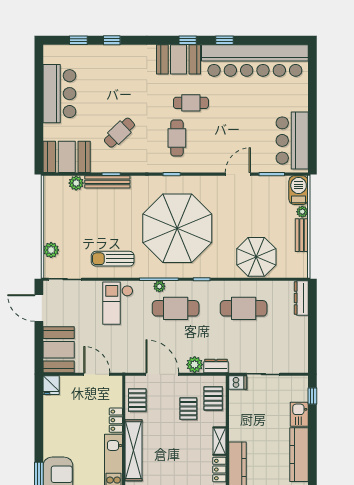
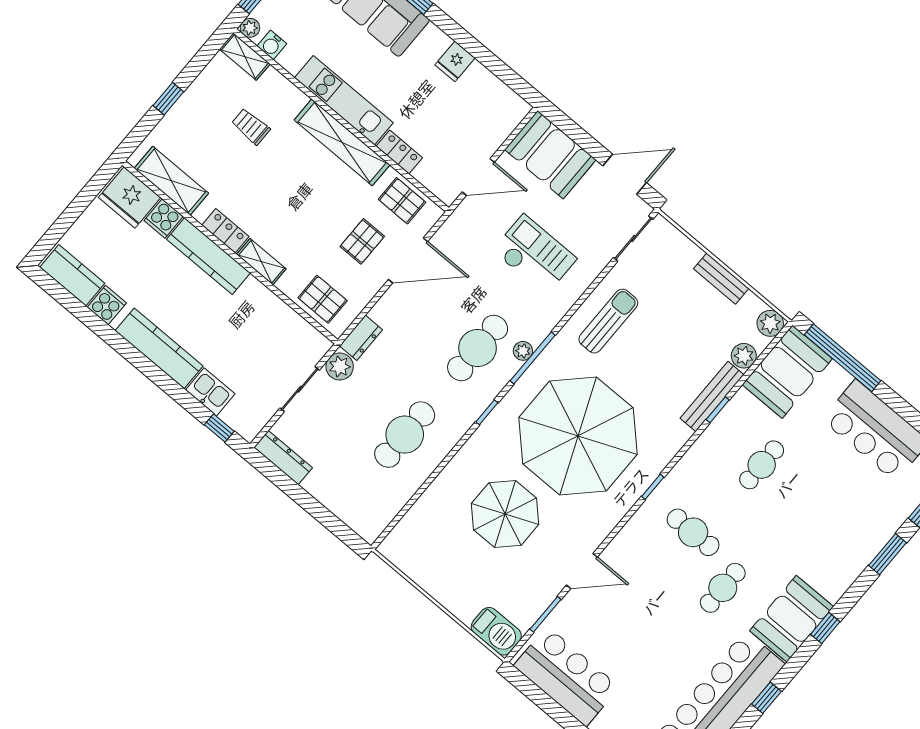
window: (112, 40) -> (887, 554), width x1.50
window: (188, 40) -> (825, 628), moved
cafe table: (119, 133) -> (762, 465), turned 44
window: (39, 137) -> (843, 358), added
door: (238, 174) -> (582, 571), hinge flipped
plant: (302, 212) -> (465, 613), removed
bench: (302, 235) -> (721, 279), moved
plant: (51, 250) -> (770, 323), moved
parasol: (256, 257) -> (505, 514), moved
dresser: (301, 298) -> (283, 458), moved
checkout: (118, 303) -> (535, 255), moved
plant: (195, 365) -> (340, 367), moved
dishwasher: (238, 383) -> (316, 348), removed
fridge: (51, 385) -> (455, 61), moved, turned -90
pallet: (188, 409) -> (362, 241), moved, turned 90

